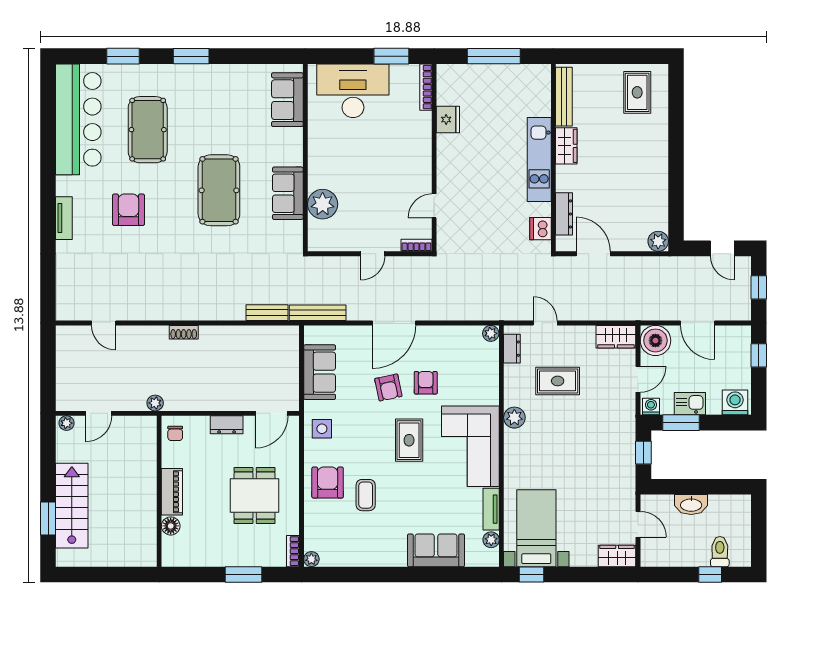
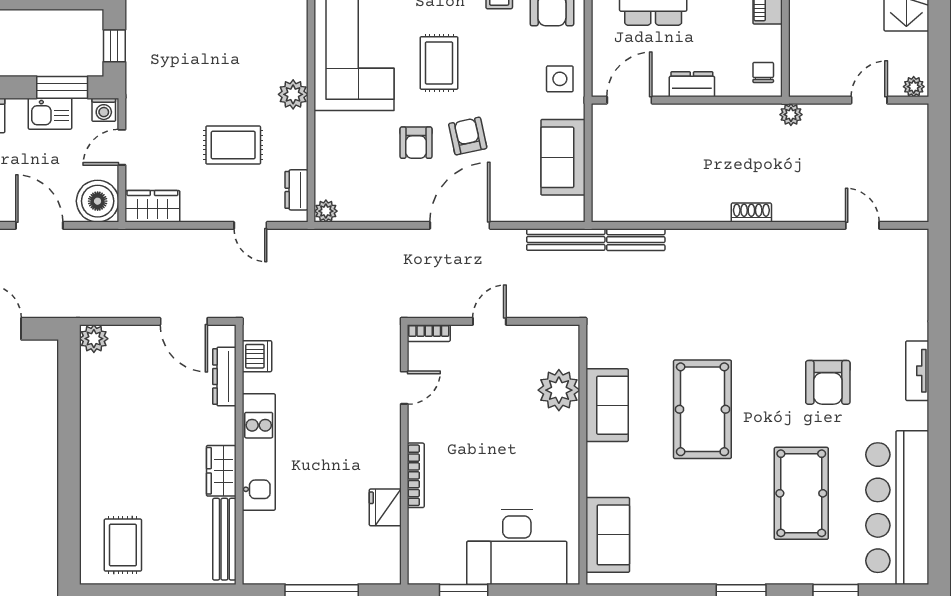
bookcase: (426, 87) -> (416, 475), moved

